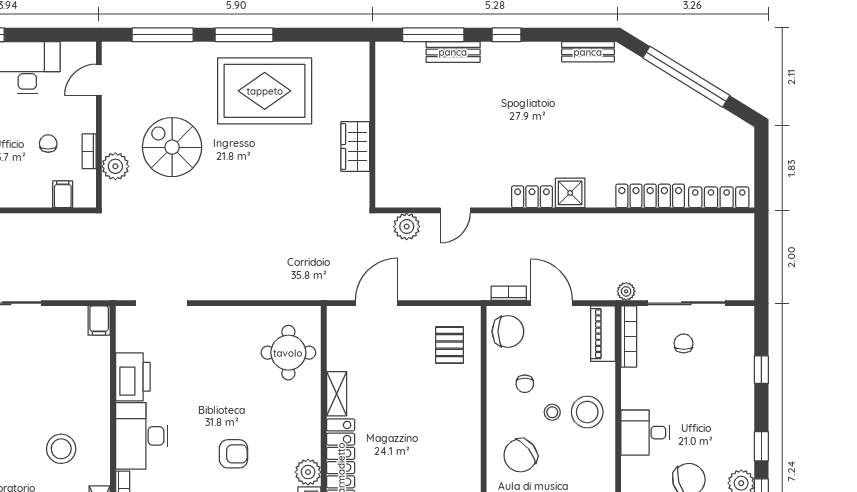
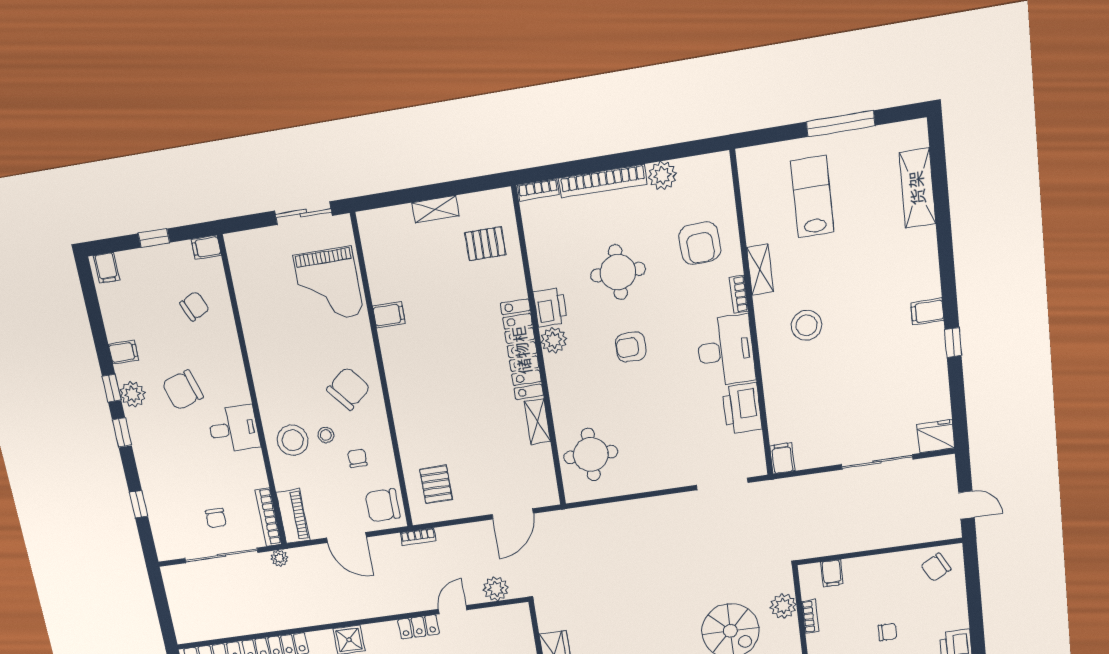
chair: (48, 144) -> (887, 632), moved, turned -90
locker: (532, 197) -> (419, 627), moved
bookcase: (509, 293) -> (418, 537), moved

